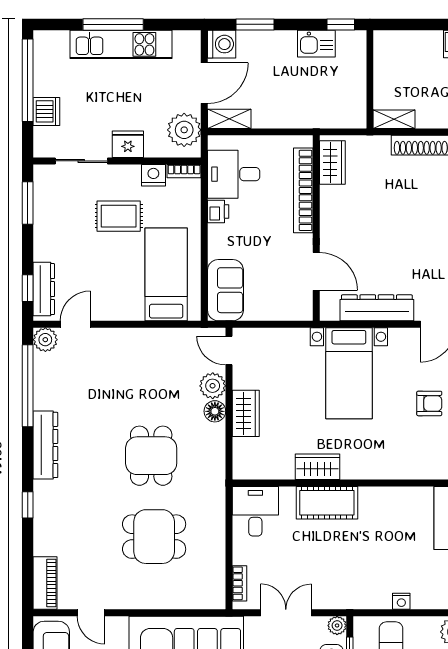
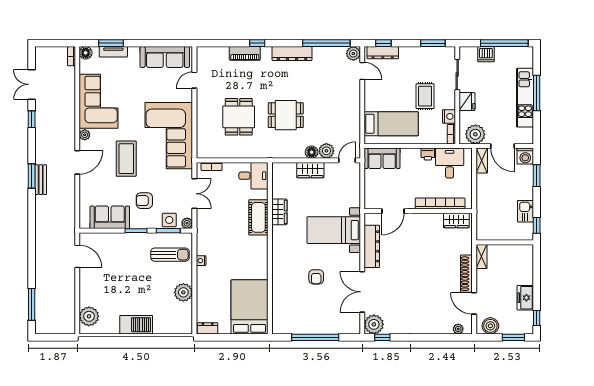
piano: (45, 583) -> (245, 53), moved

